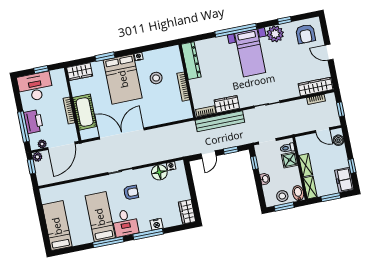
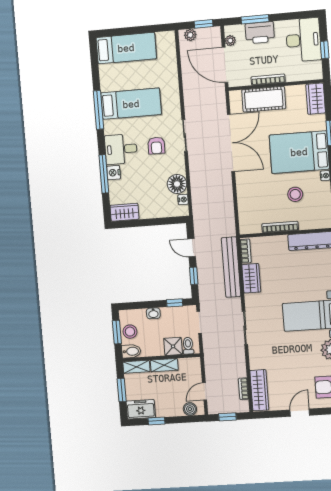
window: (23, 127) -> (255, 19), width x0.69
plant: (37, 157) -> (190, 35), moved
desk: (125, 223) -> (121, 149), moved
window: (148, 234) -> (104, 174), moved

